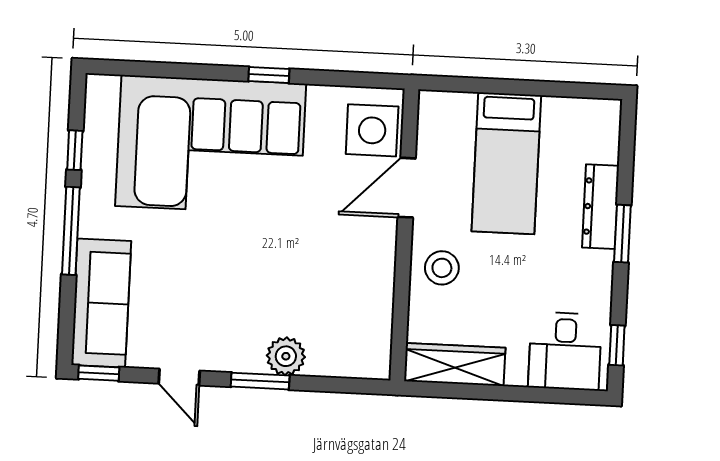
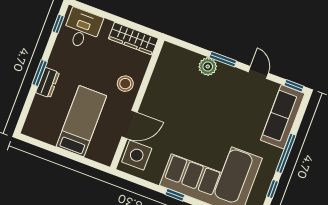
dresser: (601, 207) -> (48, 83), width x0.70

